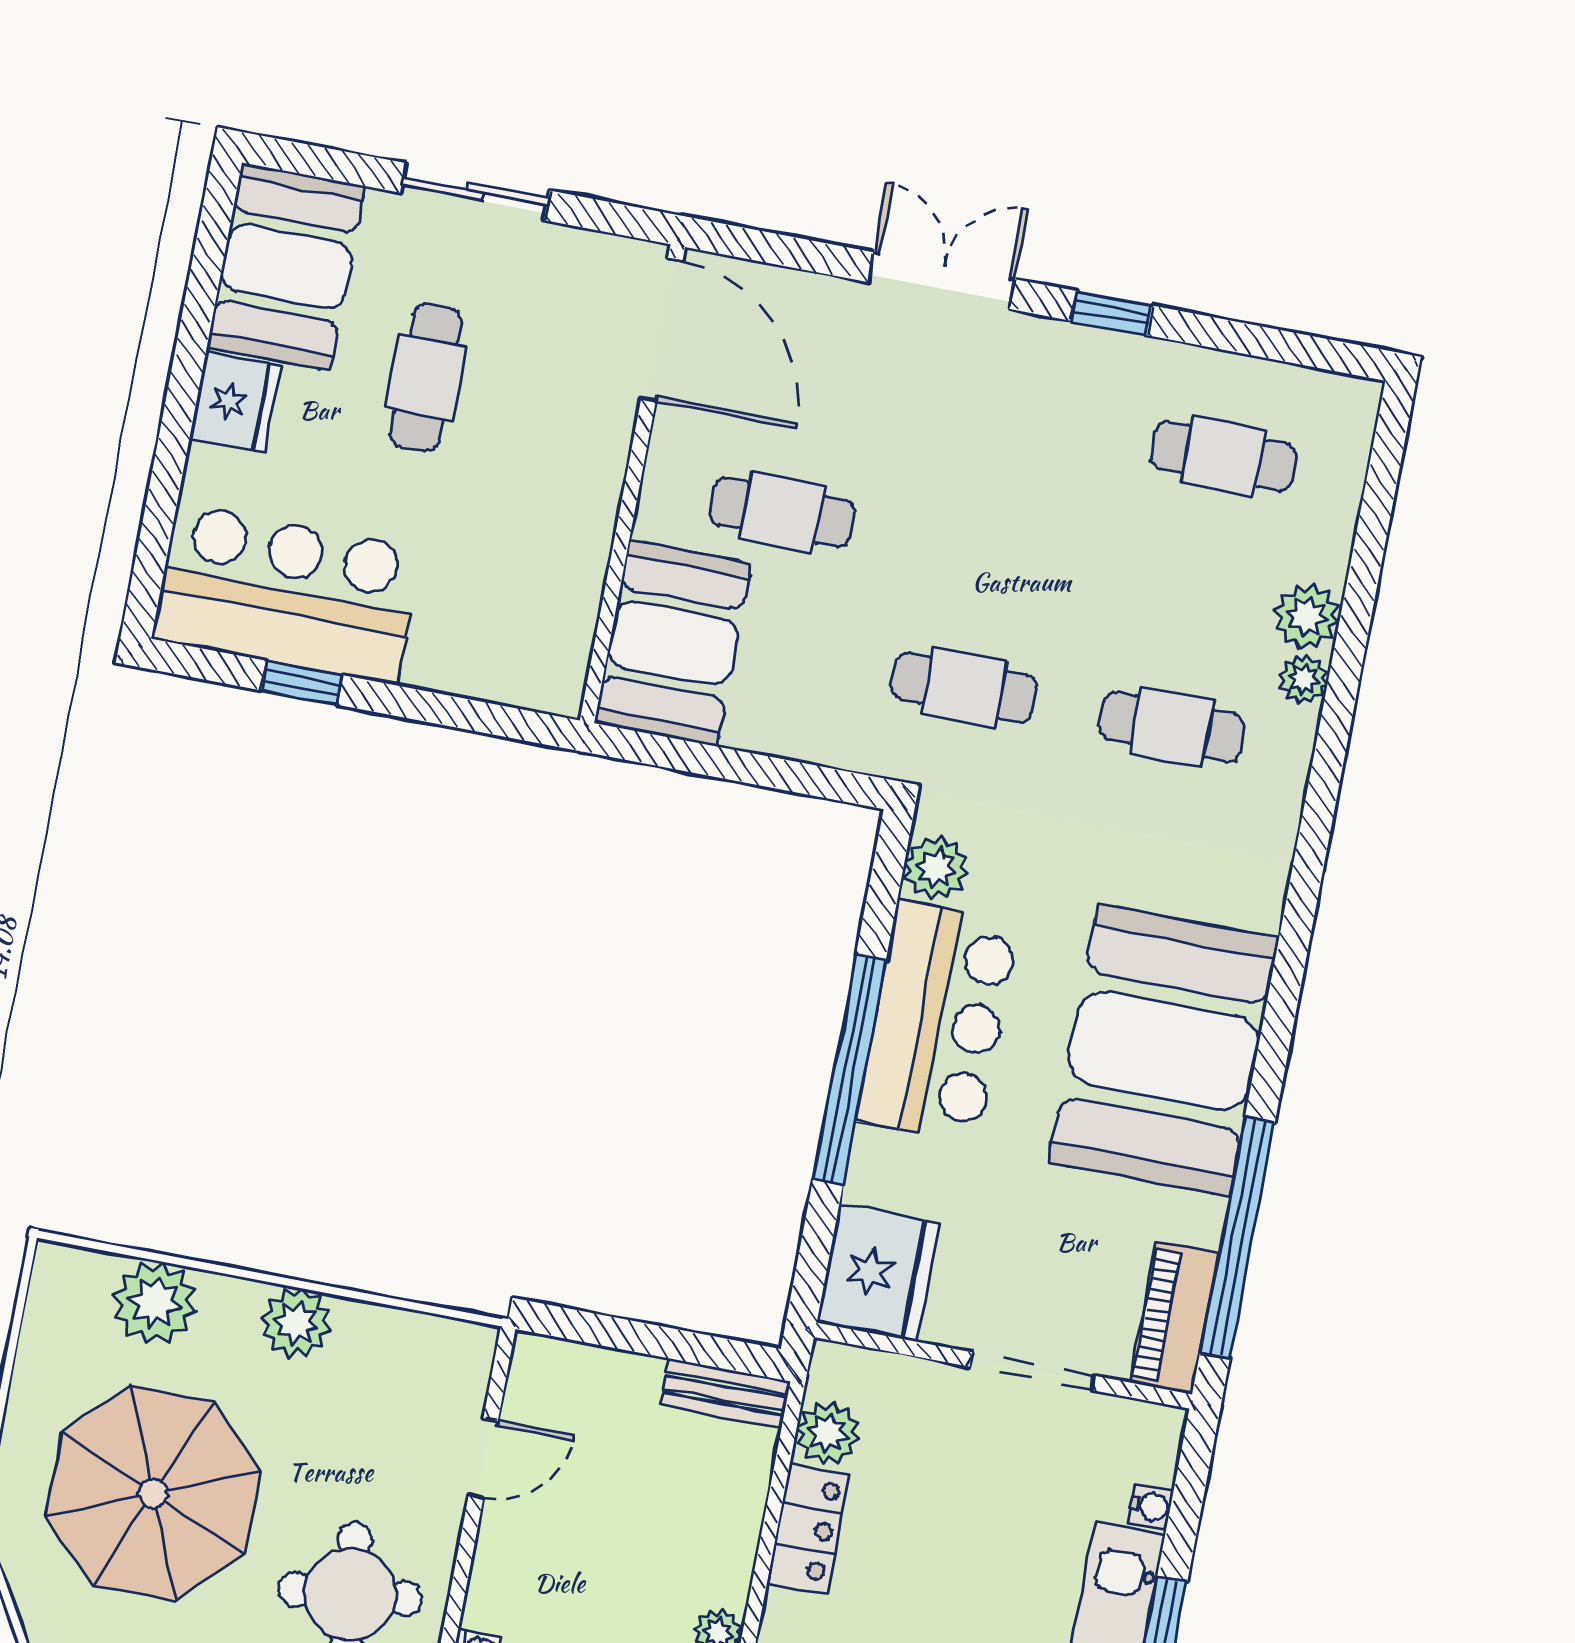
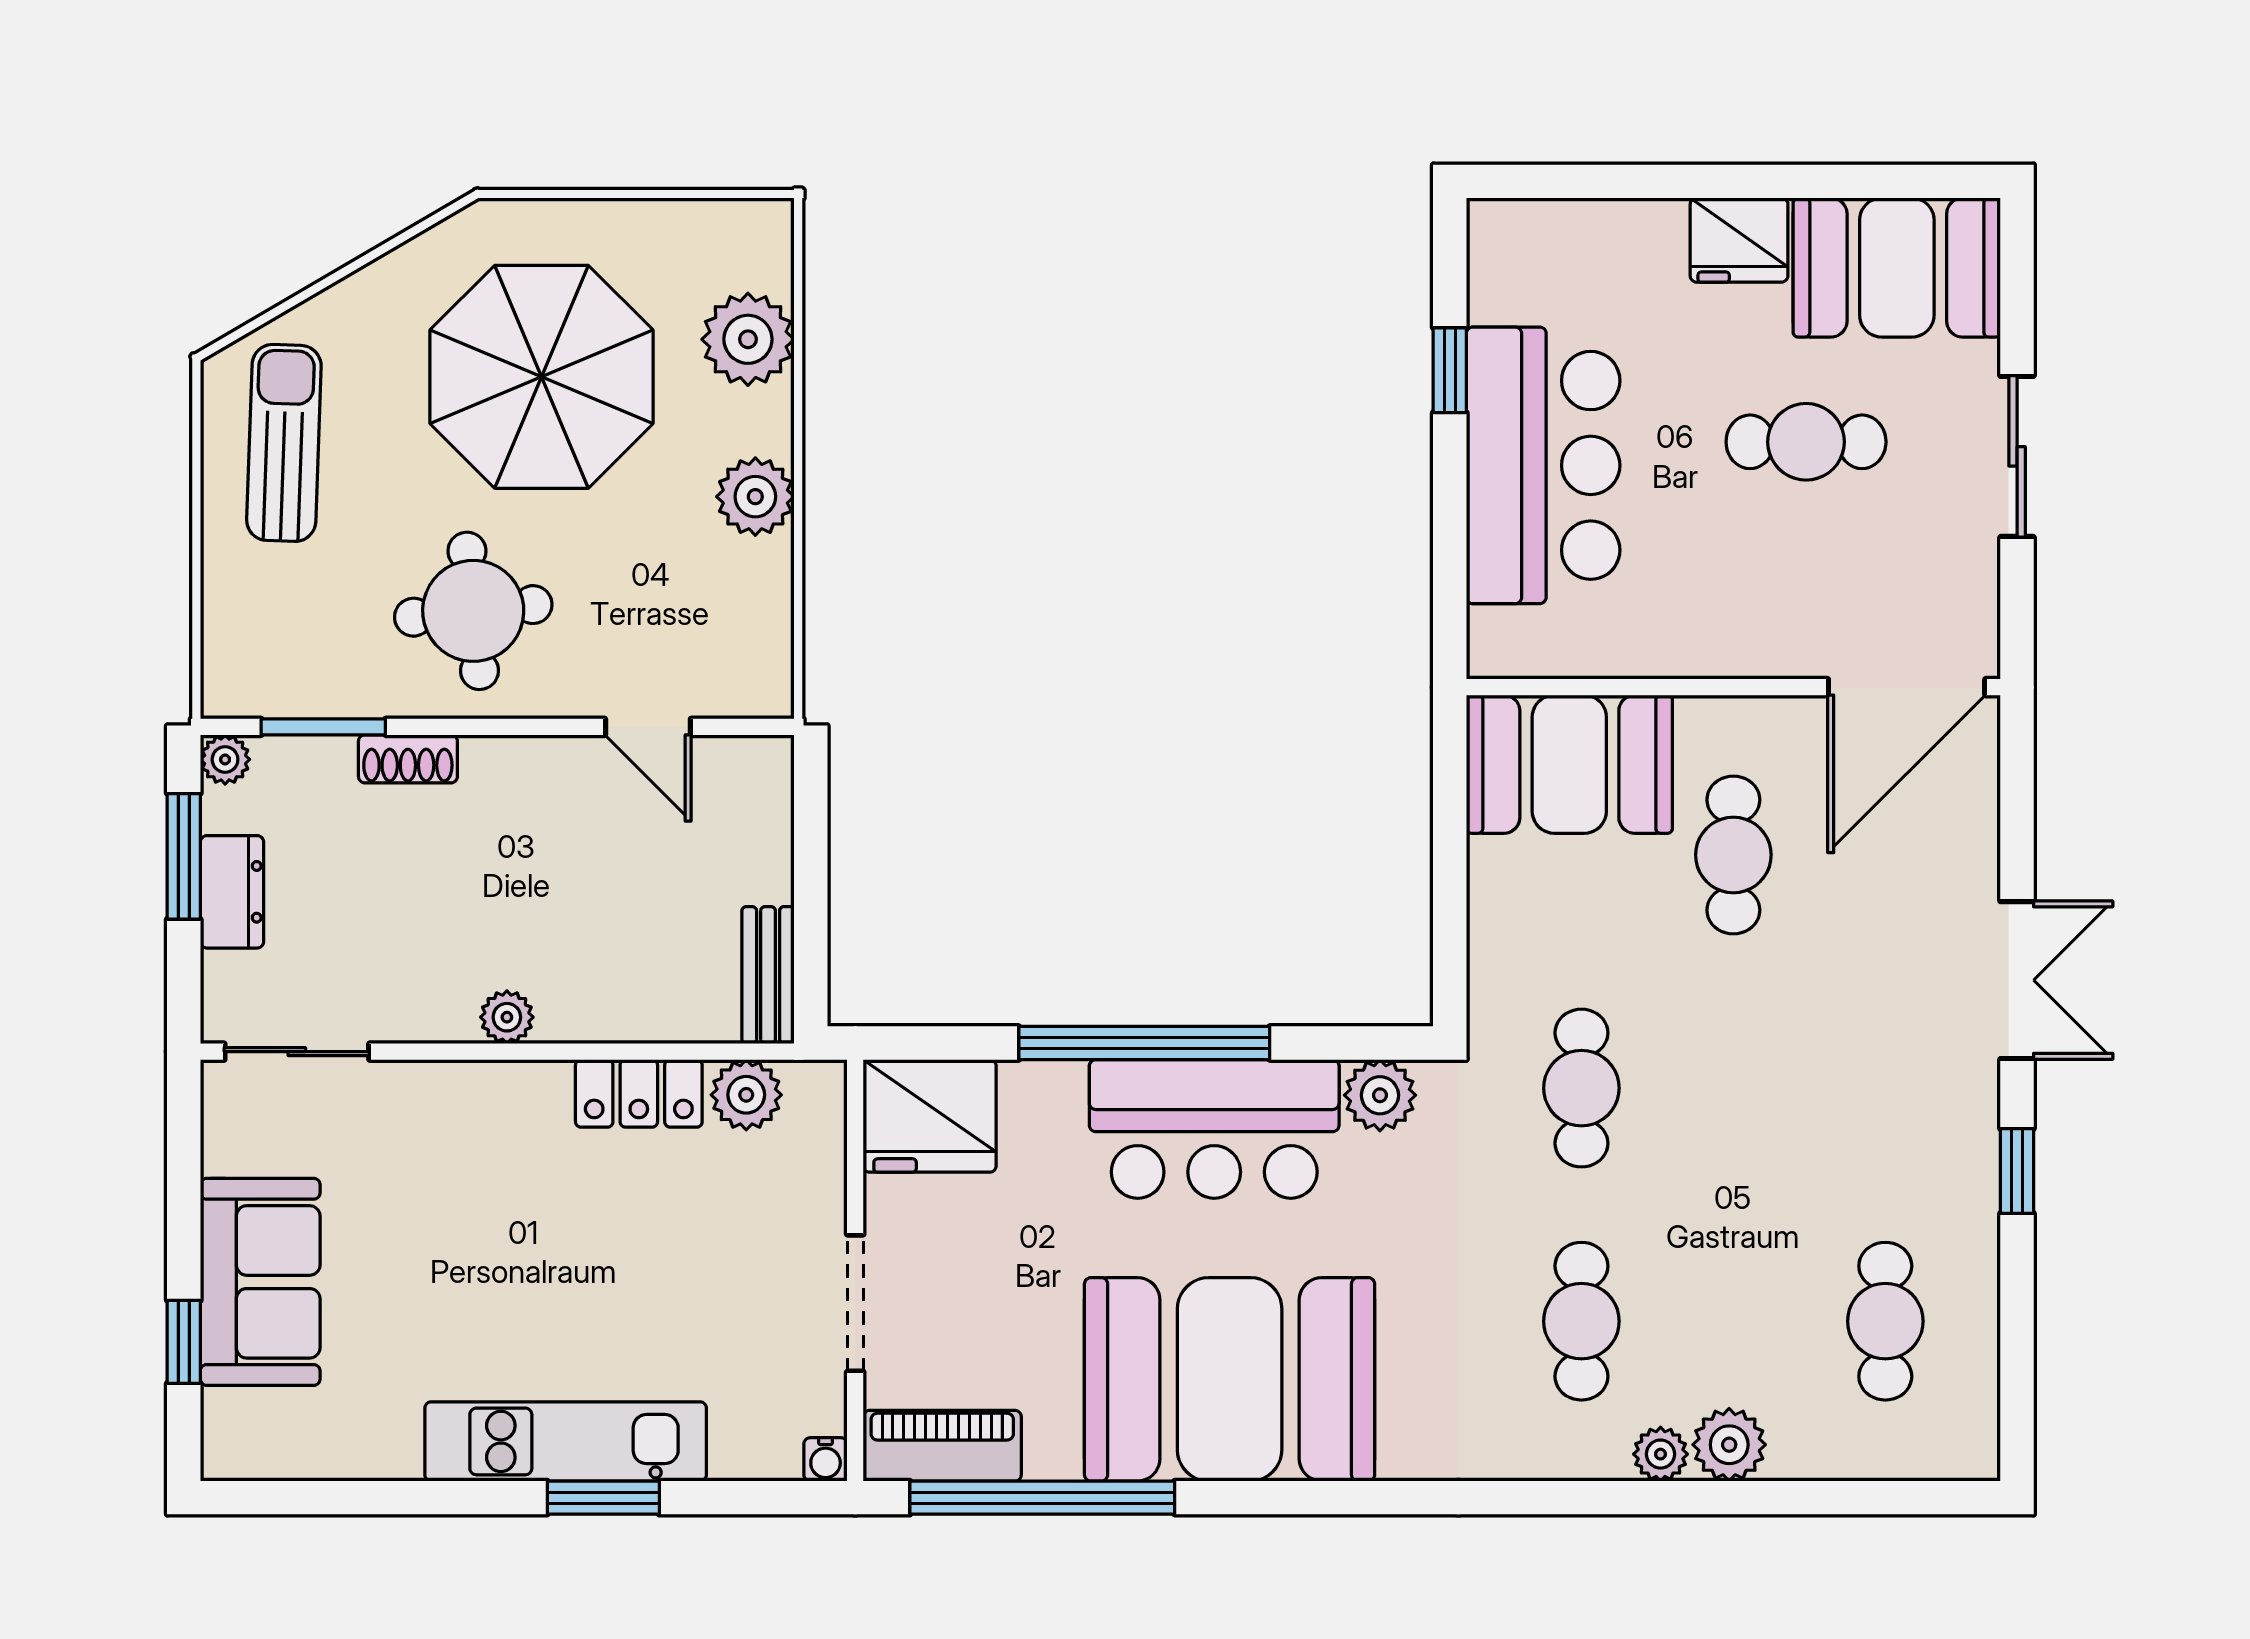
bar counter: (287, 594) -> (1543, 465), moved
water cooler: (1151, 1506) -> (826, 1459), moved

